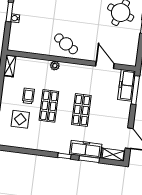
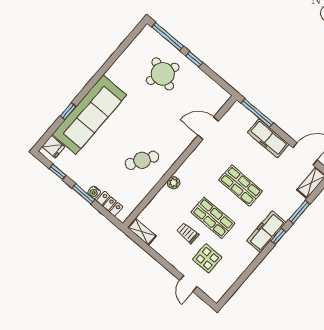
locker: (14, 33) -> (110, 204), added
cafe table: (66, 44) -> (142, 160), moved
freezer: (127, 85) -> (268, 138), moved
freezer: (86, 149) -> (266, 232), moved

